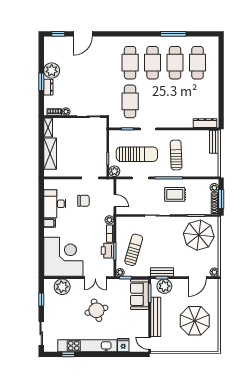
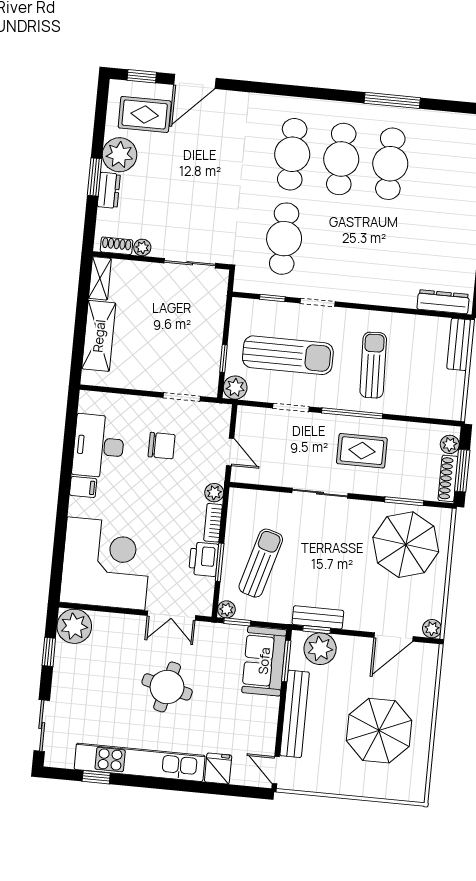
rug: (61, 51) -> (145, 114), added
cafe table: (198, 63) -> (439, 168), removed
plant: (62, 287) -> (74, 626), moved
round table: (96, 310) -> (167, 687), turned 30

